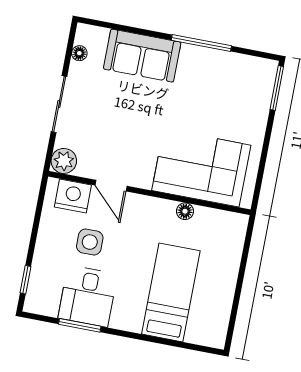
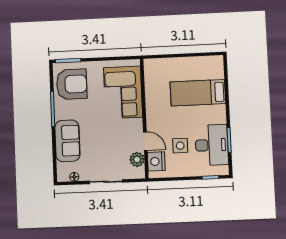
armchair: (236, 85) -> (72, 84), added
plant: (64, 161) -> (137, 159), moved
door: (111, 186) -> (145, 141), hinge flipped
floor lamp: (185, 211) -> (150, 96), removed
desk: (88, 296) -> (212, 145), width x1.37

